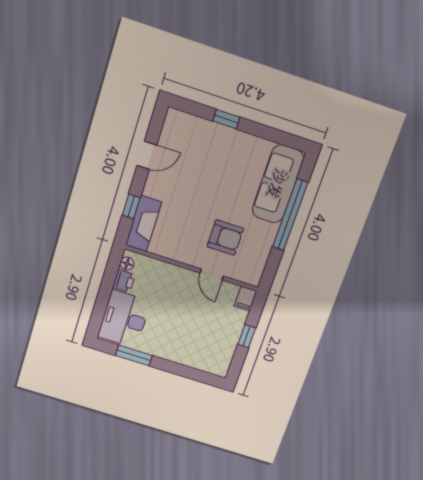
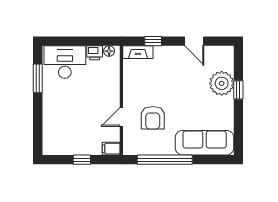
plant: (211, 138) -> (222, 83), added
window: (290, 215) -> (165, 160), moved
fireplace: (144, 224) -> (138, 52), width x0.73, depth x0.76

